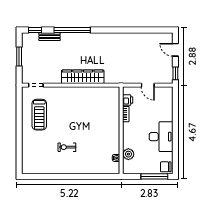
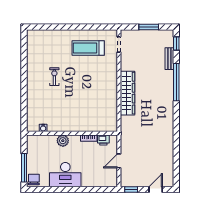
plant: (128, 154) -> (63, 141), moved

